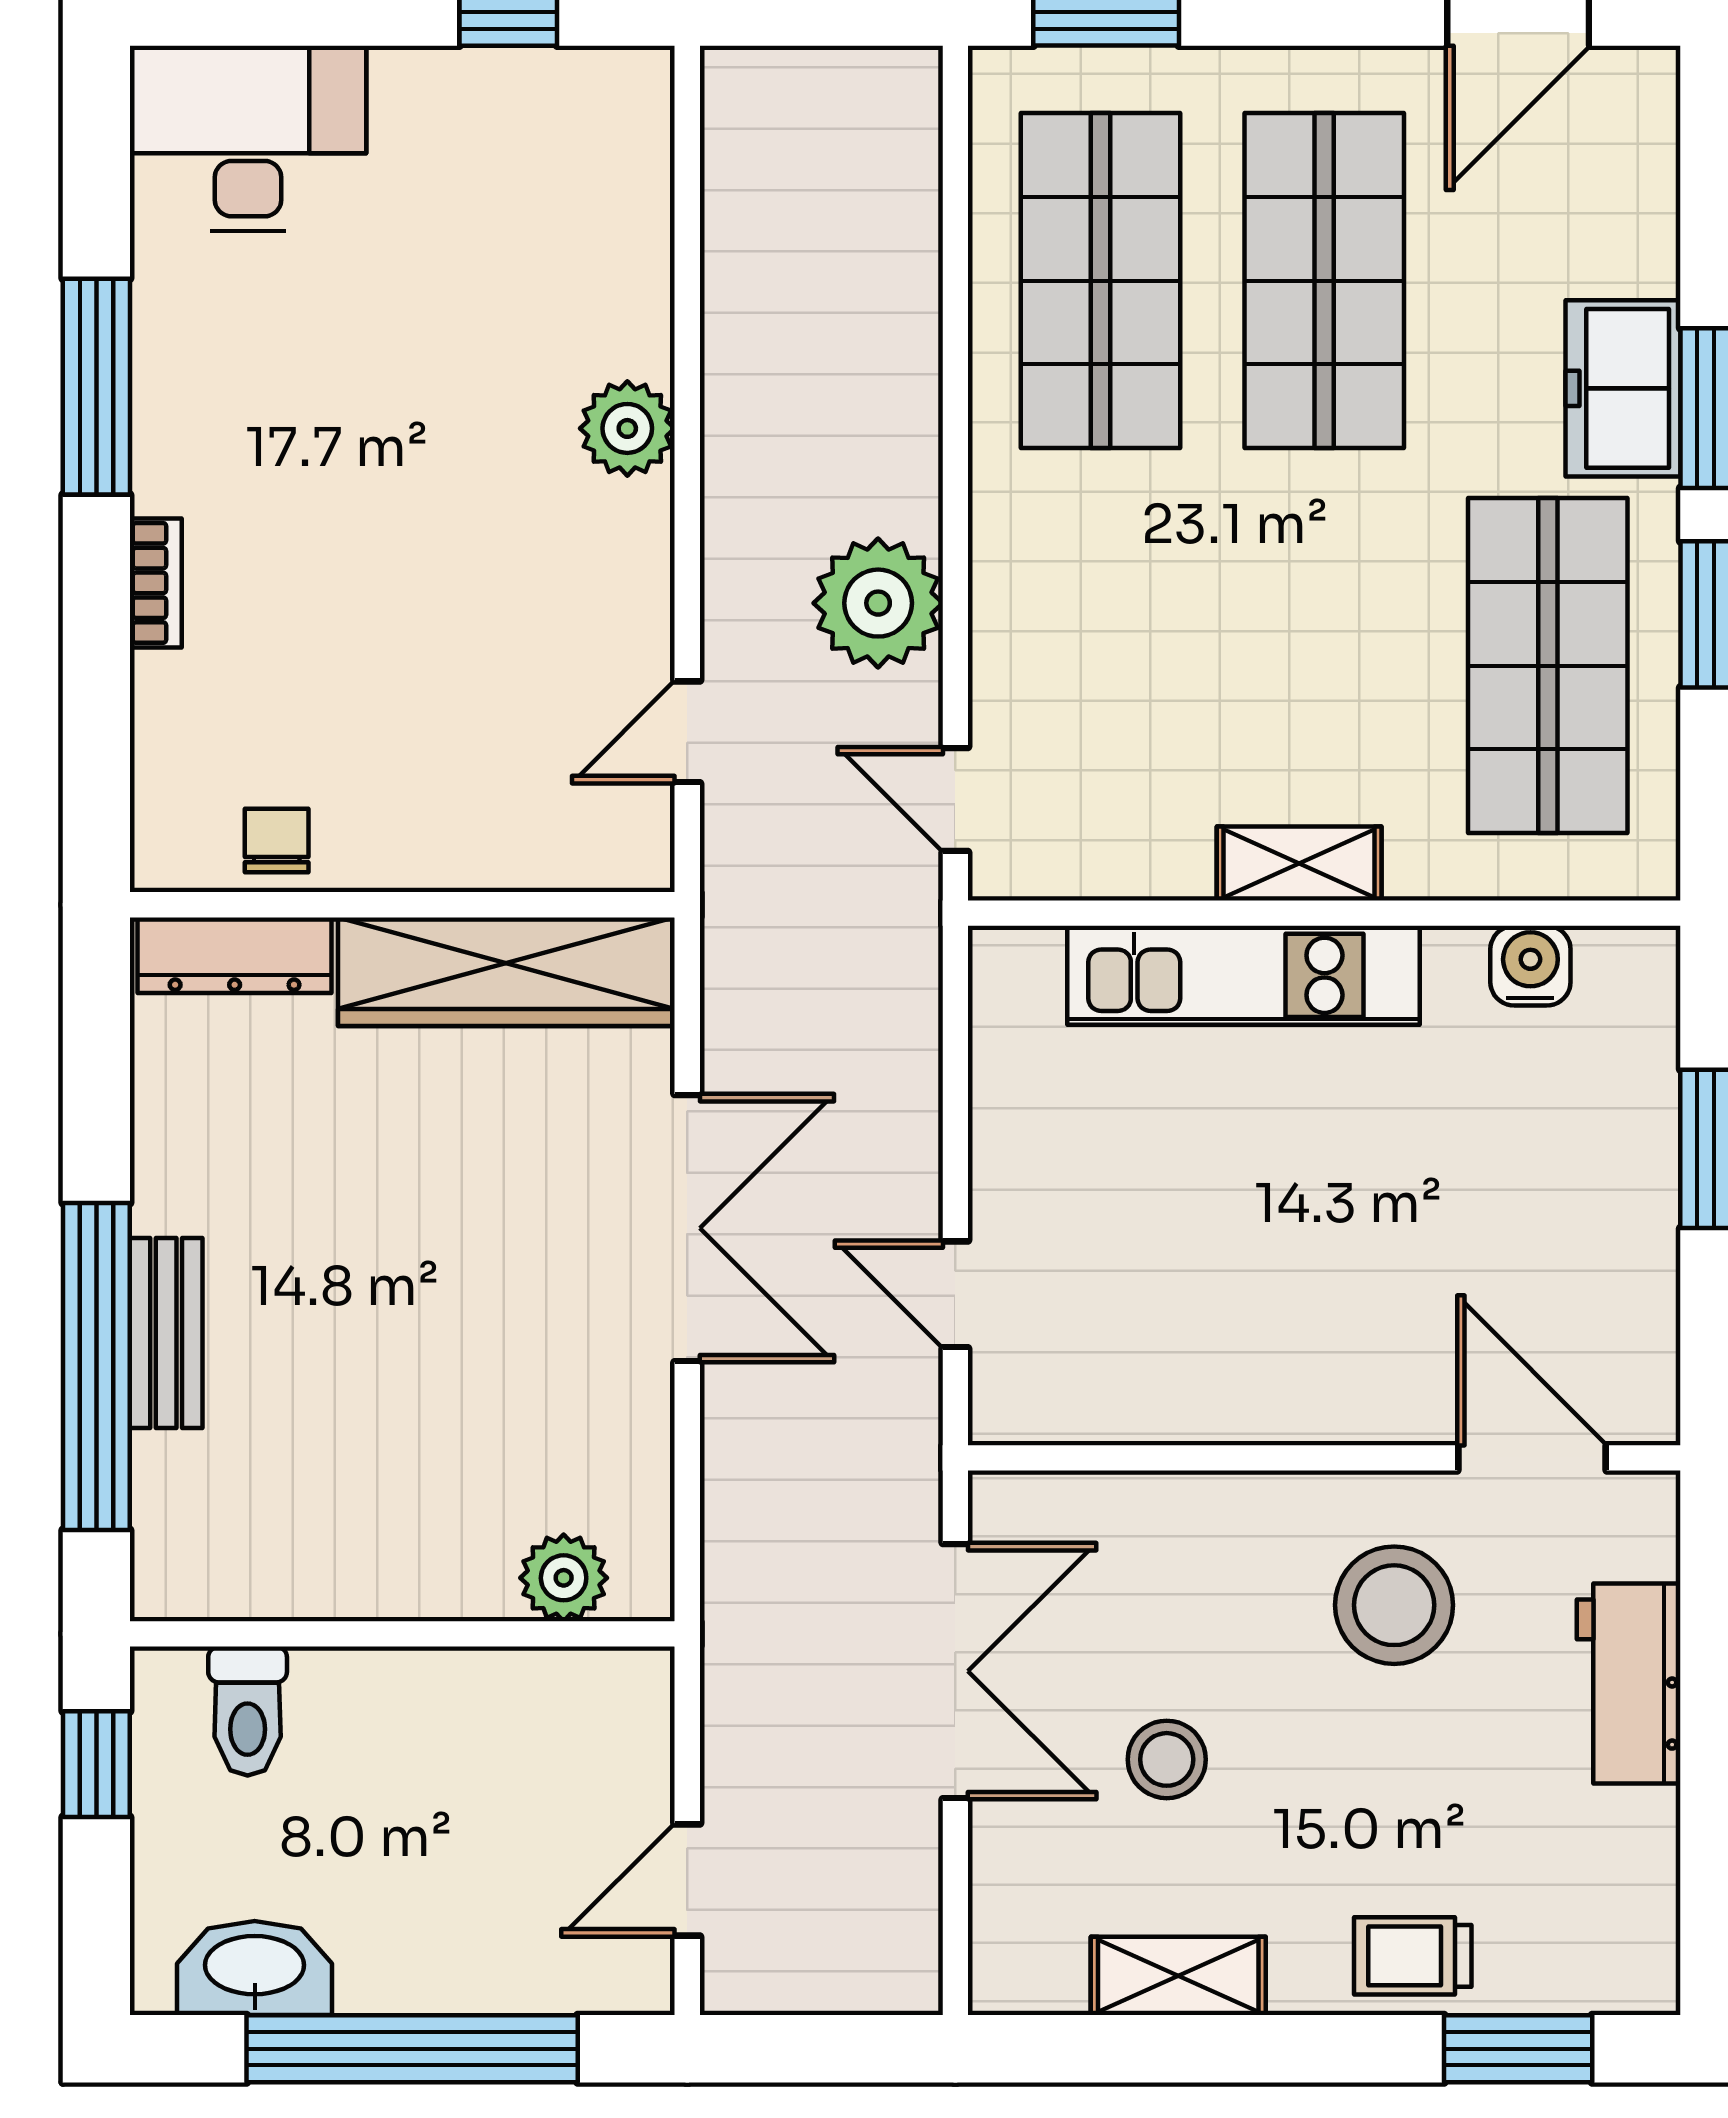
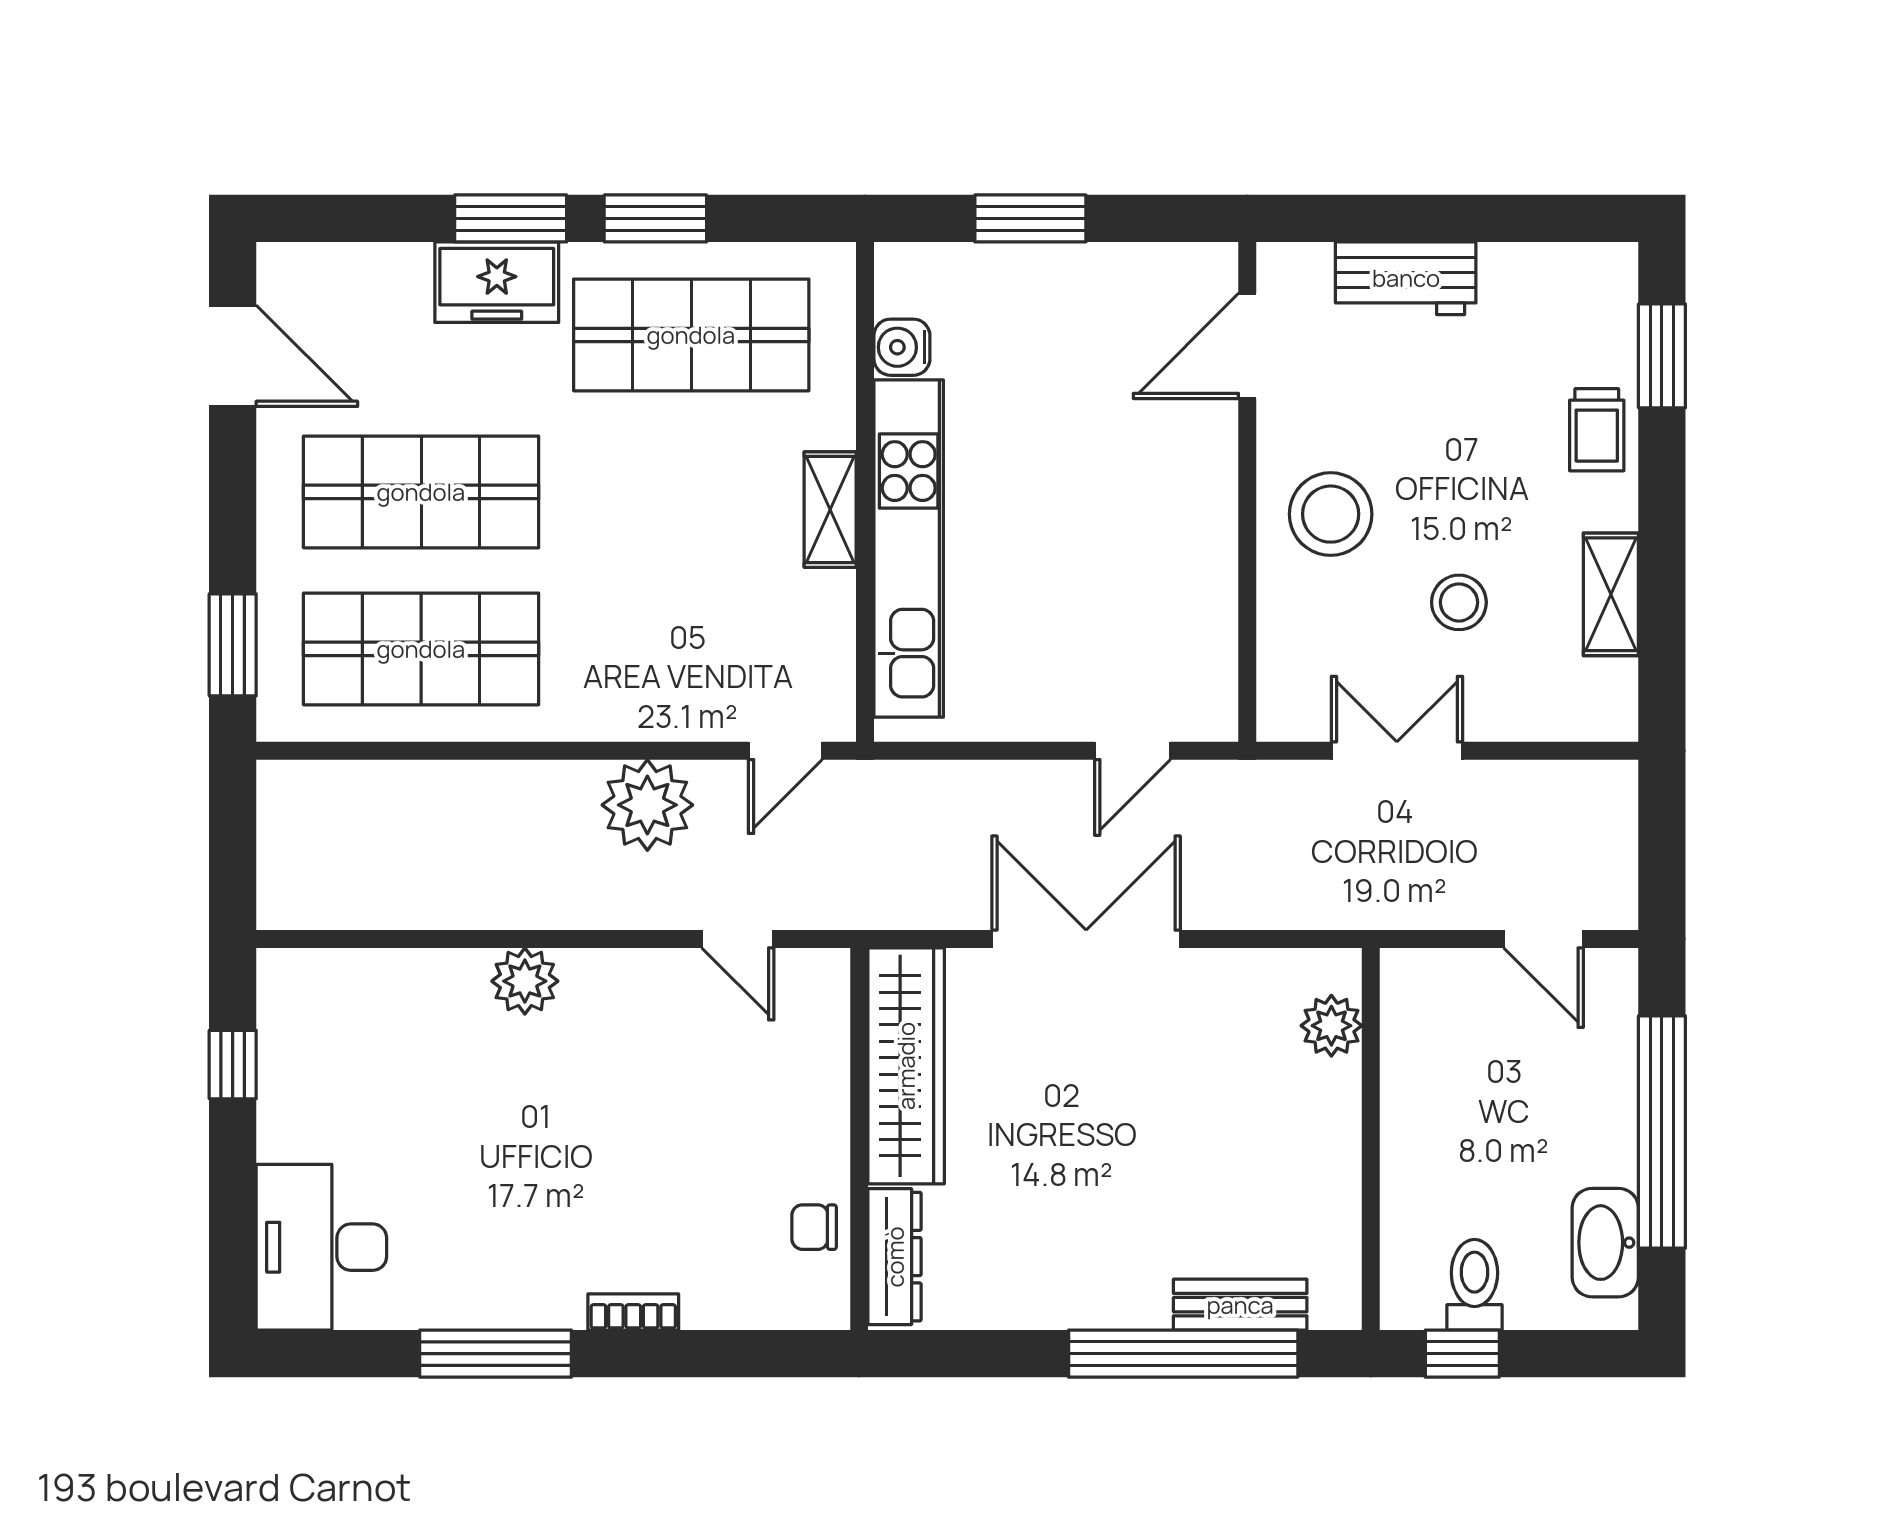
kitchen unit: (1243, 975) -> (909, 549), width x1.36
bench: (166, 1333) -> (1240, 1305), moved
stool: (1394, 1605) -> (1331, 514), moved
double door: (955, 1671) -> (1397, 751), width x0.73
toilet: (248, 1711) -> (1474, 1285), moved, turned -90

